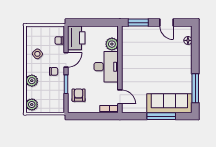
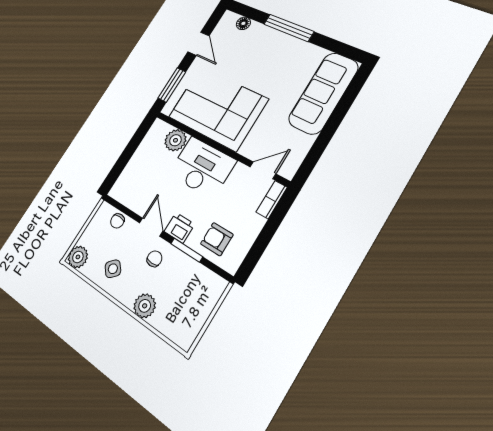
door: (167, 23) -> (198, 44), hinge flipped
printer: (76, 38) -> (179, 228), moved, width x0.53, depth x0.68
corner sofa: (138, 56) -> (218, 108), added
window: (195, 88) -> (289, 28), moved
plant: (32, 105) -> (78, 257), moved
window: (161, 116) -> (337, 117), removed

